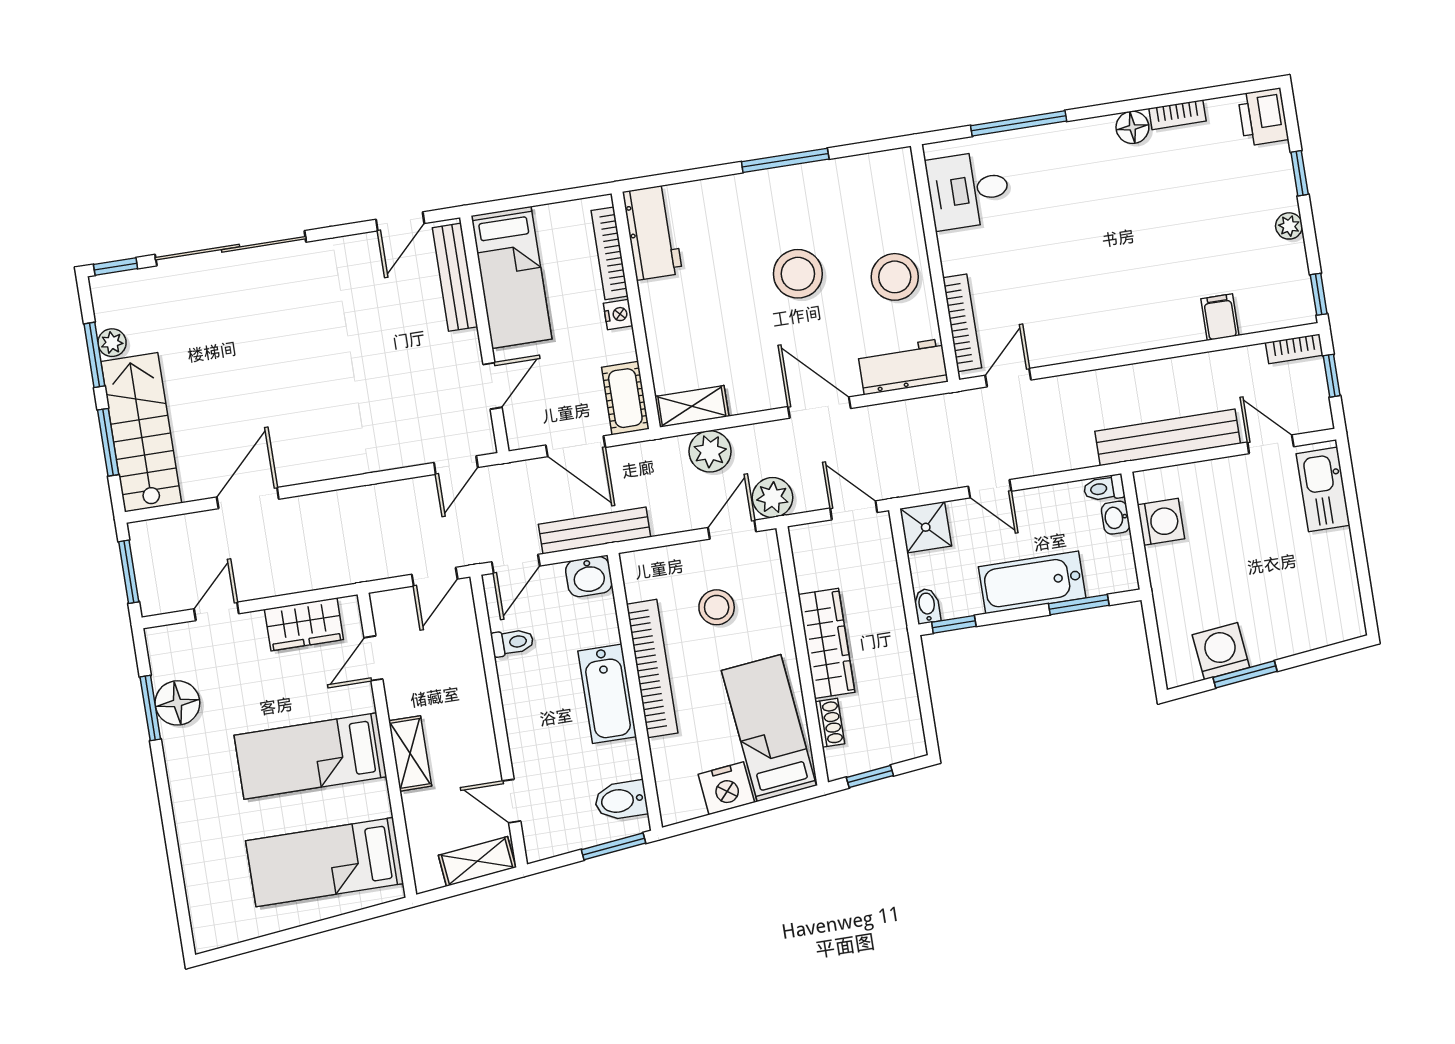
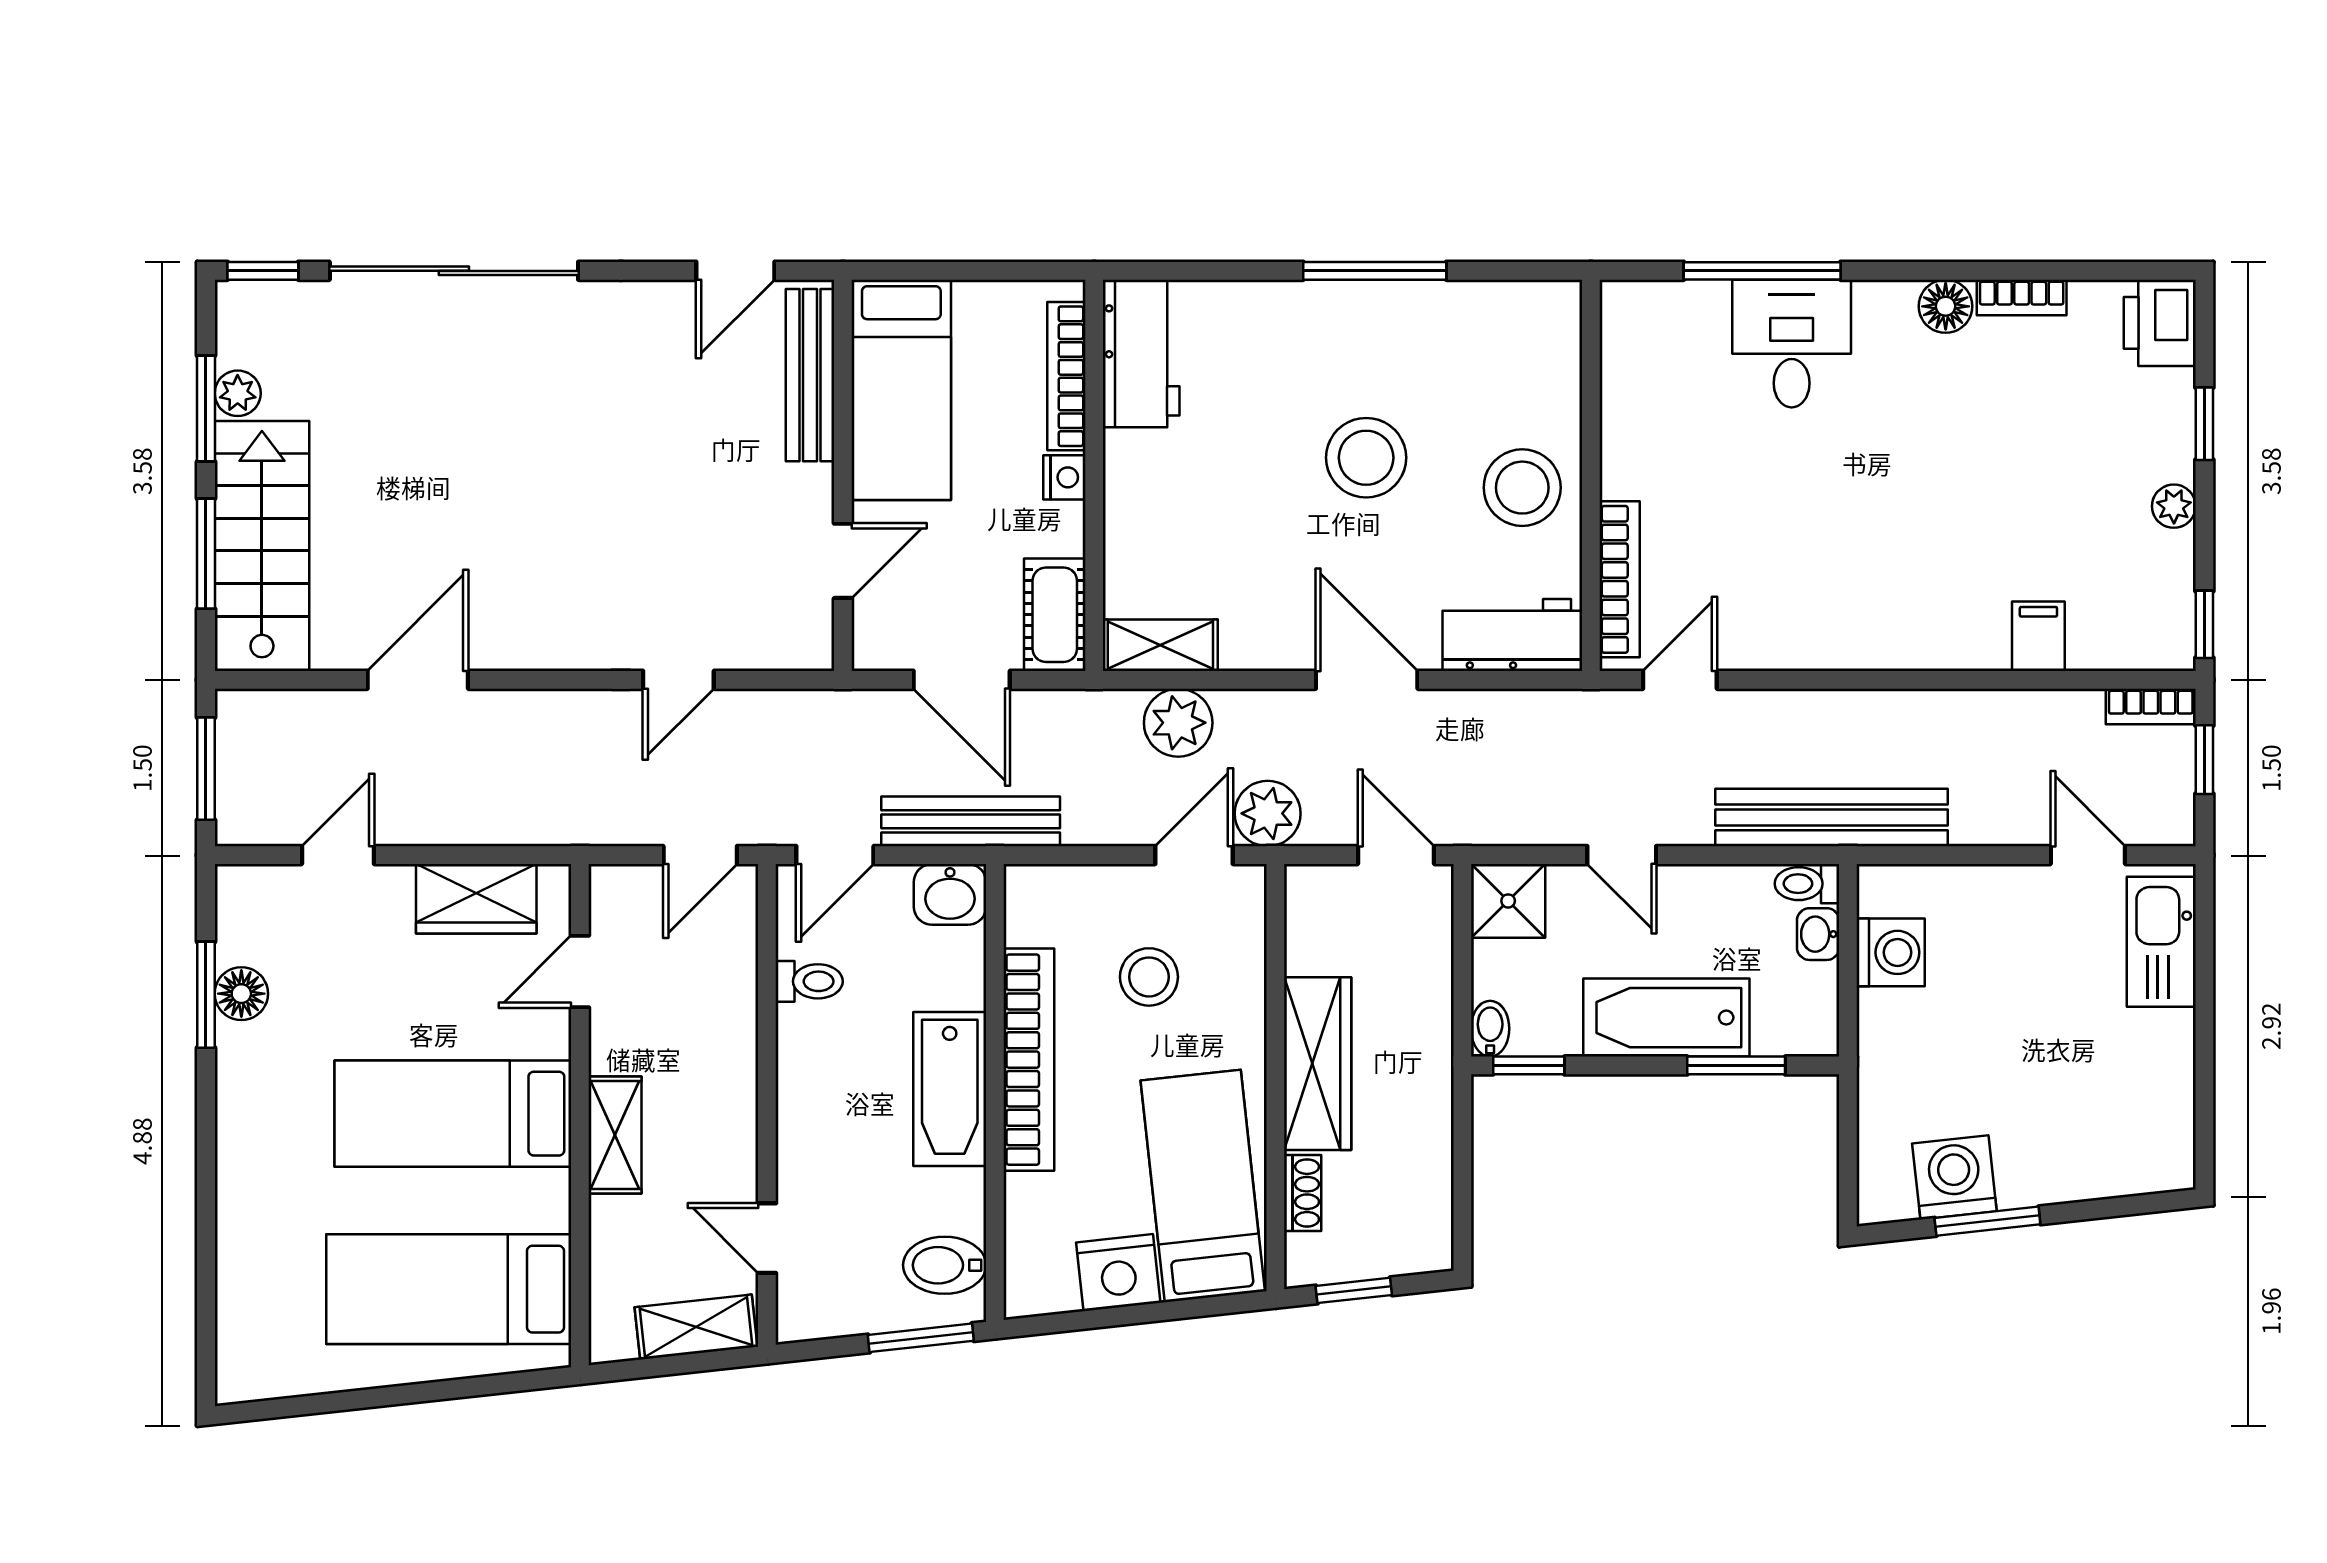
desk: (968, 190) -> (1792, 344), moved, turned 90
bench: (1168, 437) -> (1831, 817), moved
door: (456, 465) -> (678, 680), moved
floor lamp: (177, 703) -> (241, 994), width x0.73, depth x0.73

